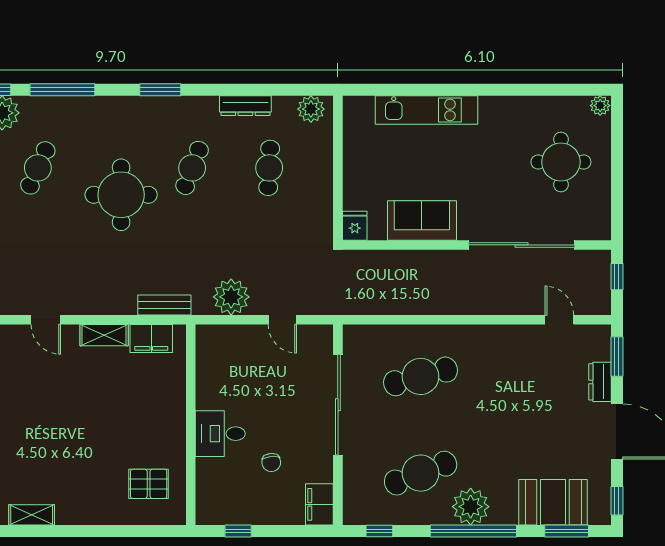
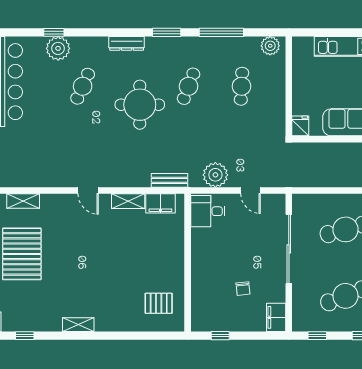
window: (62, 90) -> (221, 32), moved
dresser: (245, 106) -> (127, 43), moved
desk: (220, 434) -> (208, 211), moved

